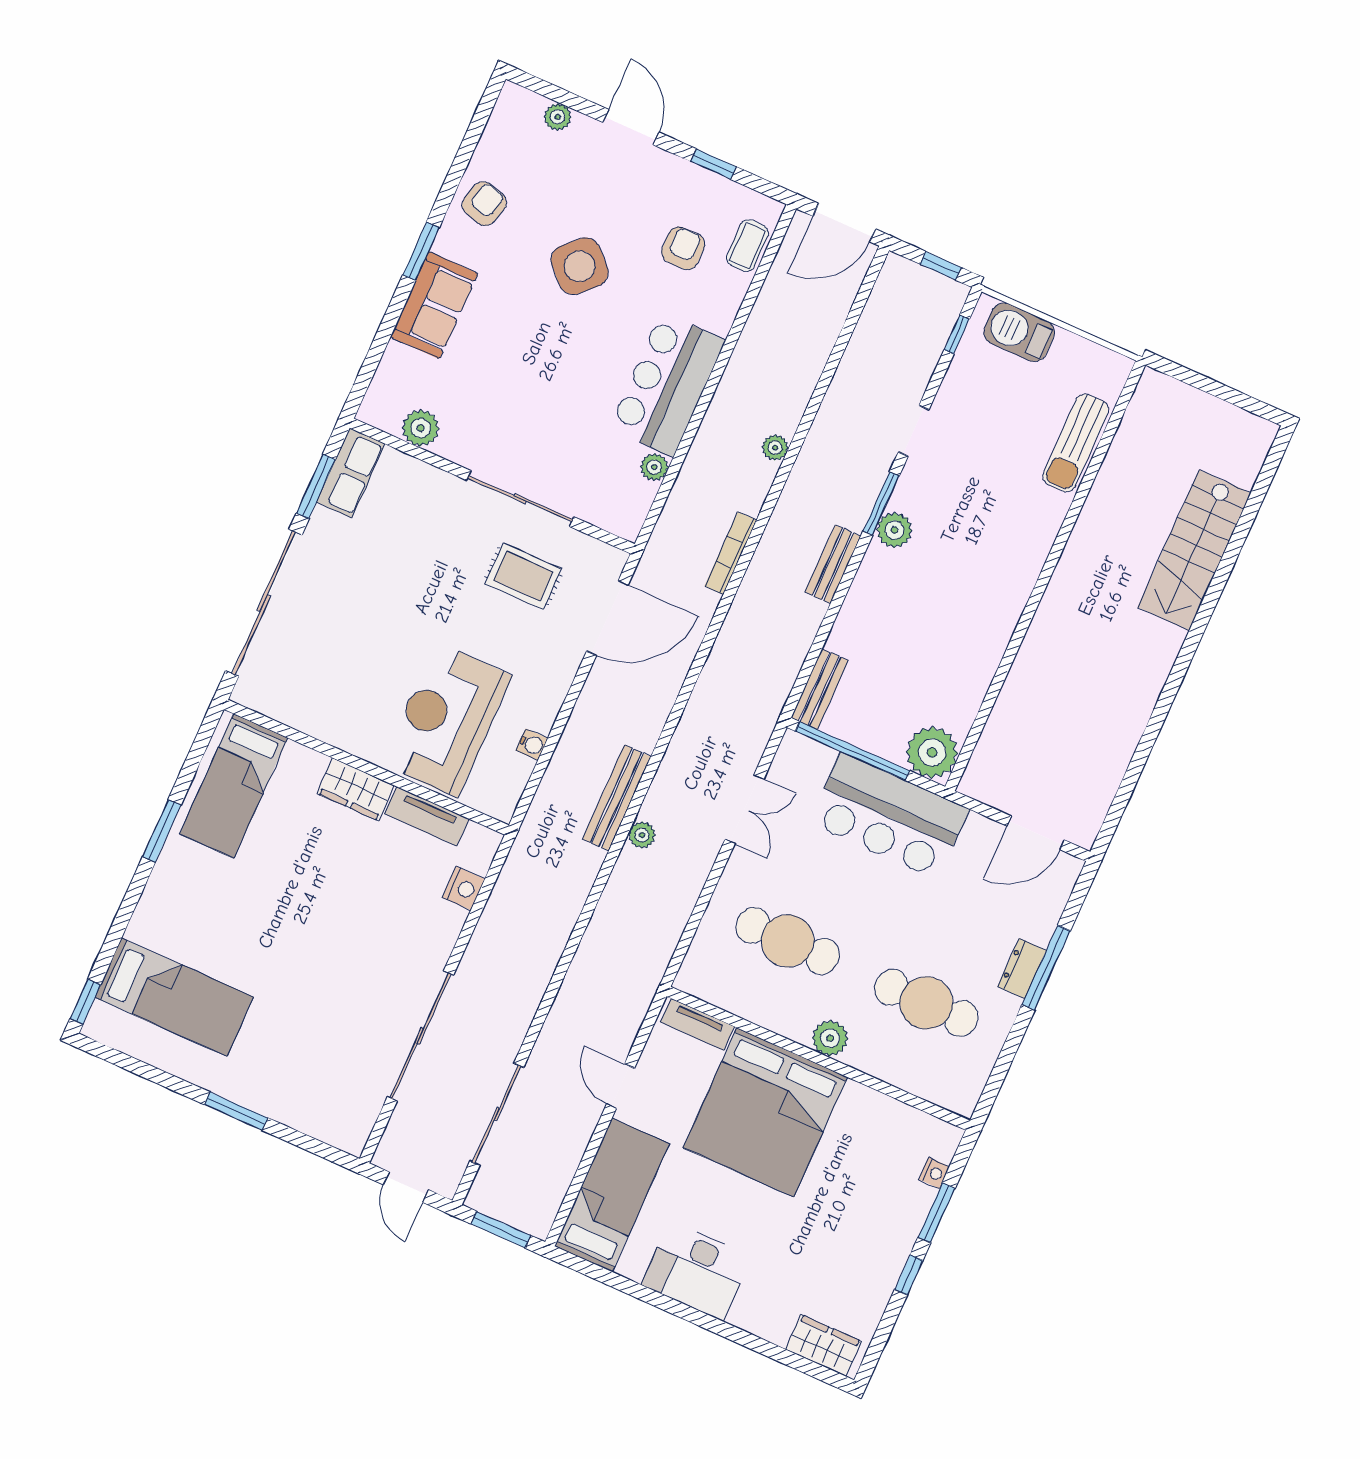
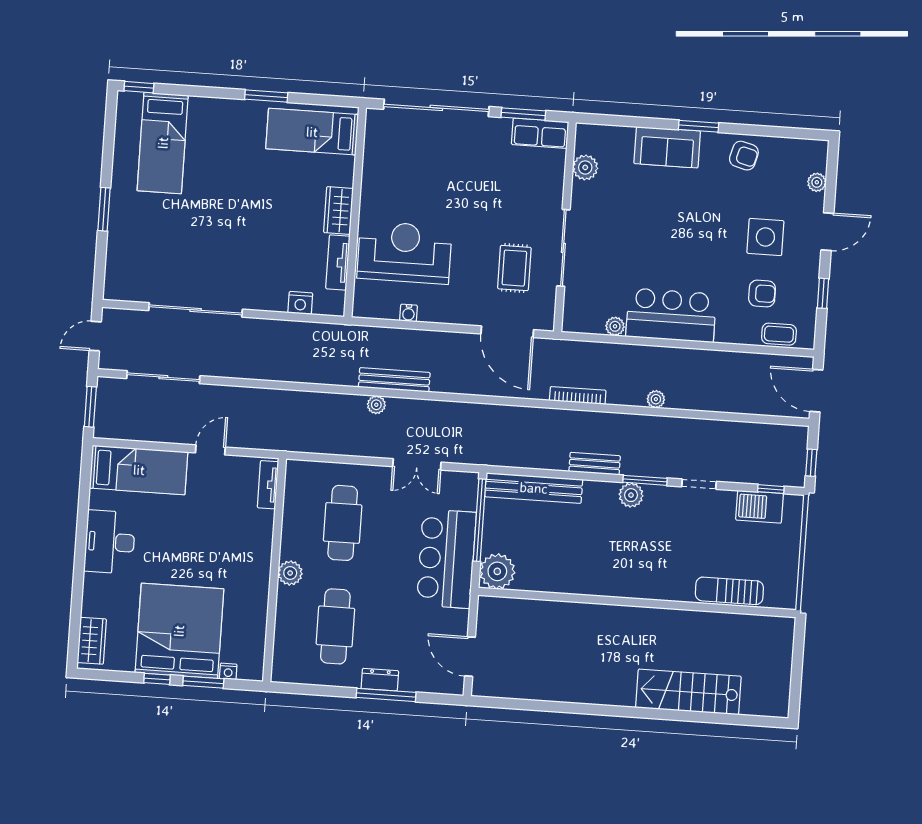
side table: (580, 266) -> (765, 237), moved, turned 45
barbecue: (1019, 332) -> (760, 507), moved, turned -90
bench: (820, 689) -> (534, 488), width x1.86, depth x1.21
bed: (765, 1112) -> (179, 631), moved, turned 90

